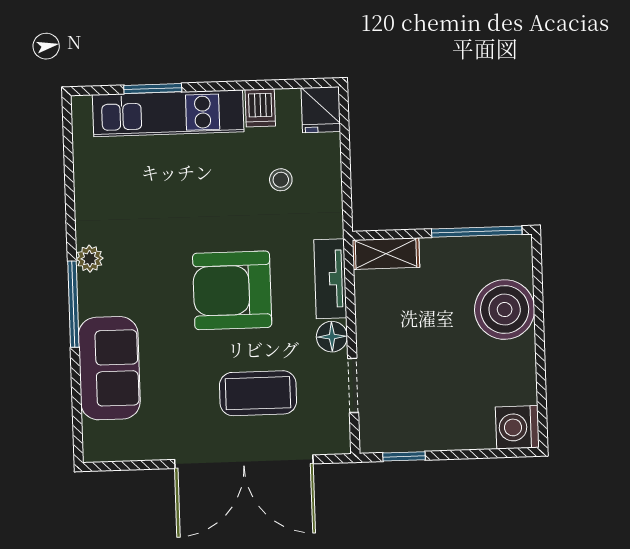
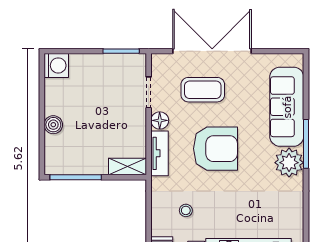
plant: (90, 259) -> (289, 163), width x1.87, depth x1.87
boiler: (505, 310) -> (53, 125), width x0.54, depth x0.54
sofa: (109, 368) -> (287, 107), width x1.36
window: (404, 456) -> (121, 51), width x1.50

